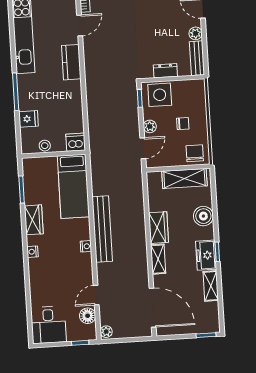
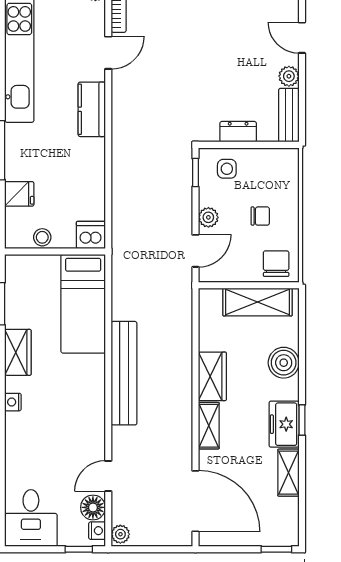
side table: (160, 95) -> (227, 169), width x0.54, depth x0.54
nightstand: (86, 246) -> (97, 531), moved

